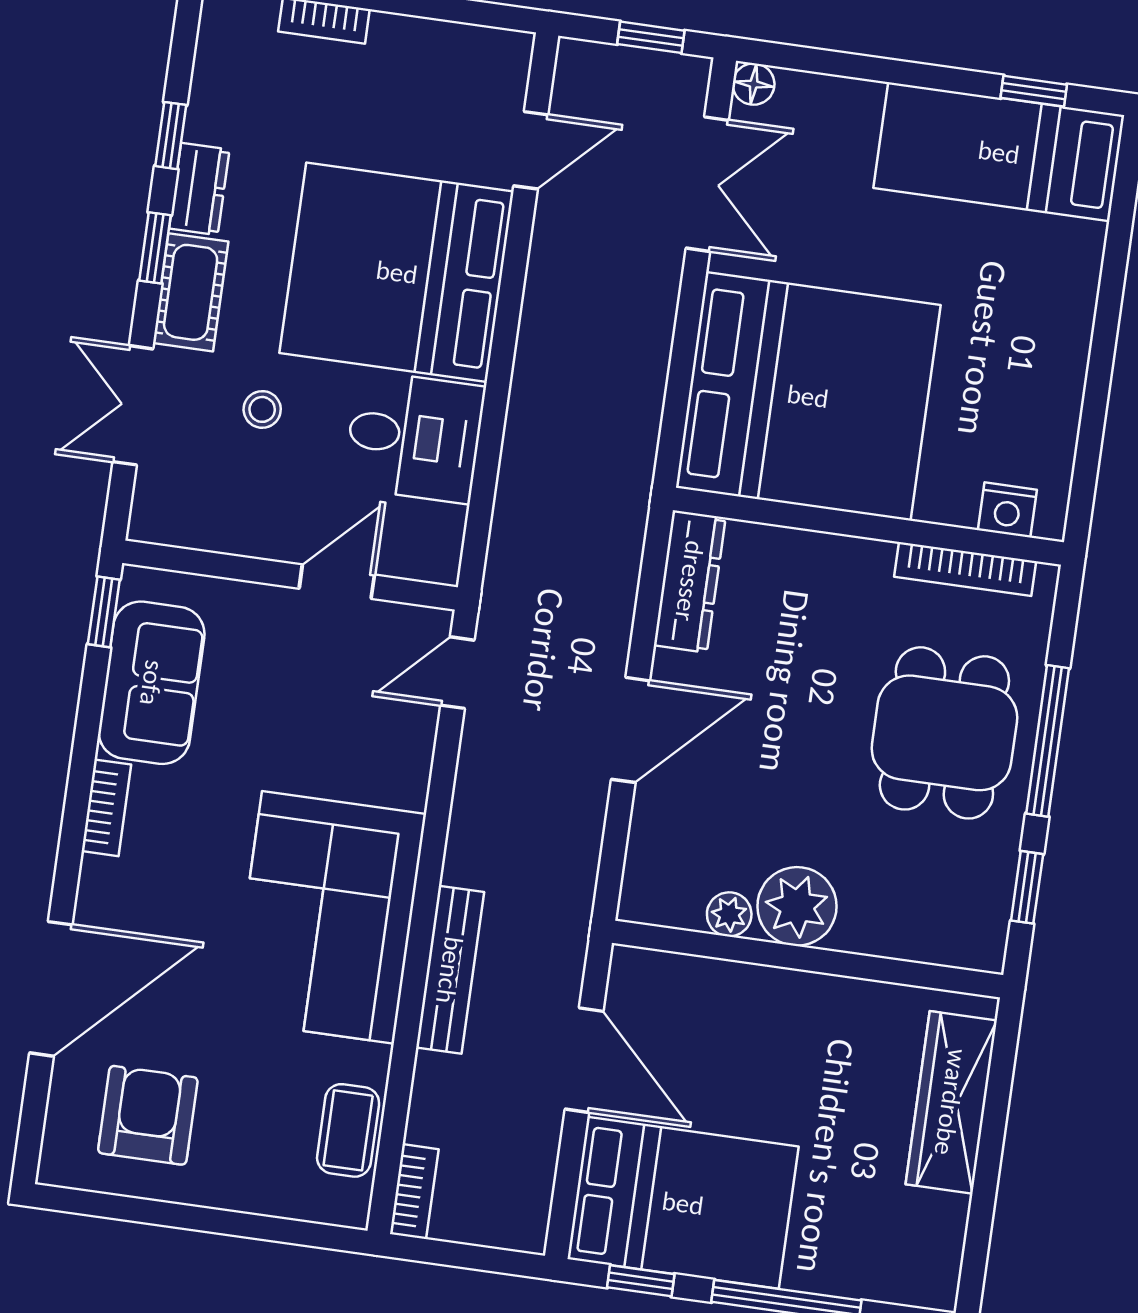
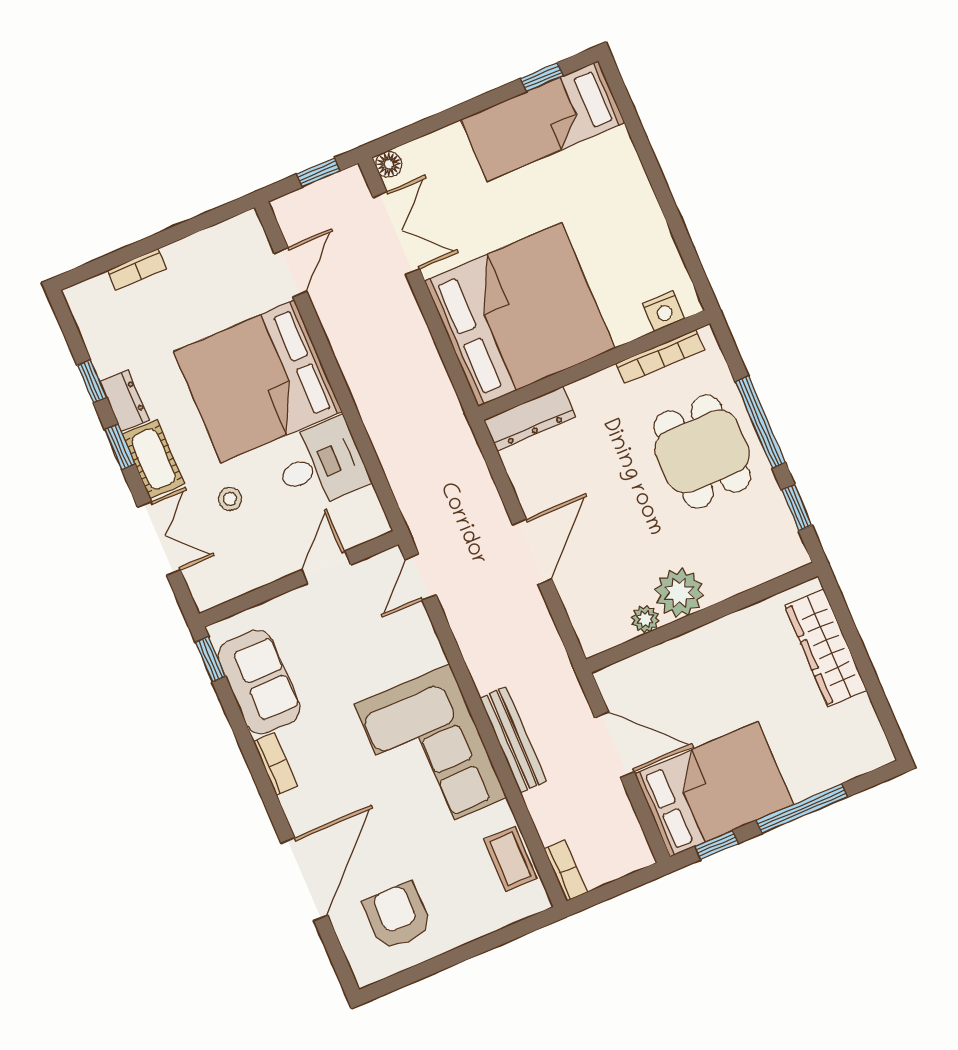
double door: (133, 405) -> (159, 539), swing flipped
dresser: (690, 581) -> (530, 418), moved, turned 90

